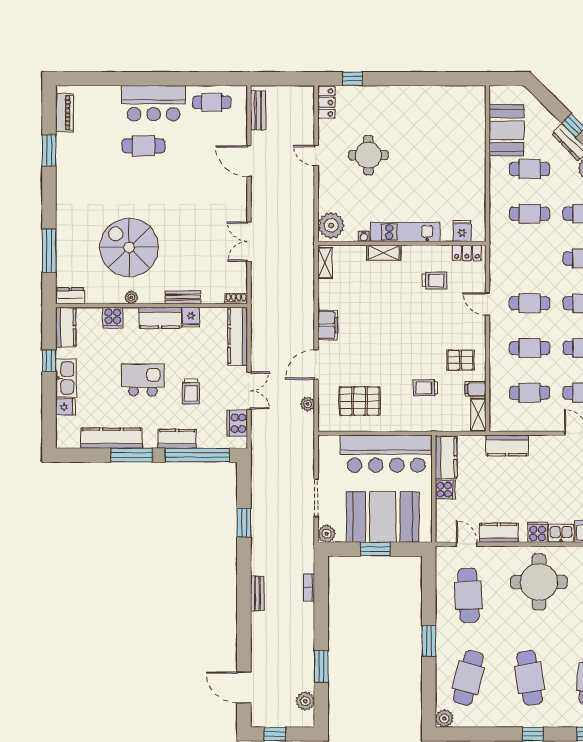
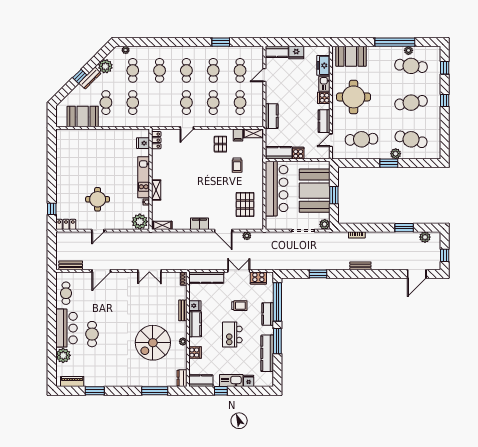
plant: (108, 98) -> (63, 355), added
trolley: (434, 280) -> (173, 160), removed
plant: (444, 718) -> (396, 154), moved

